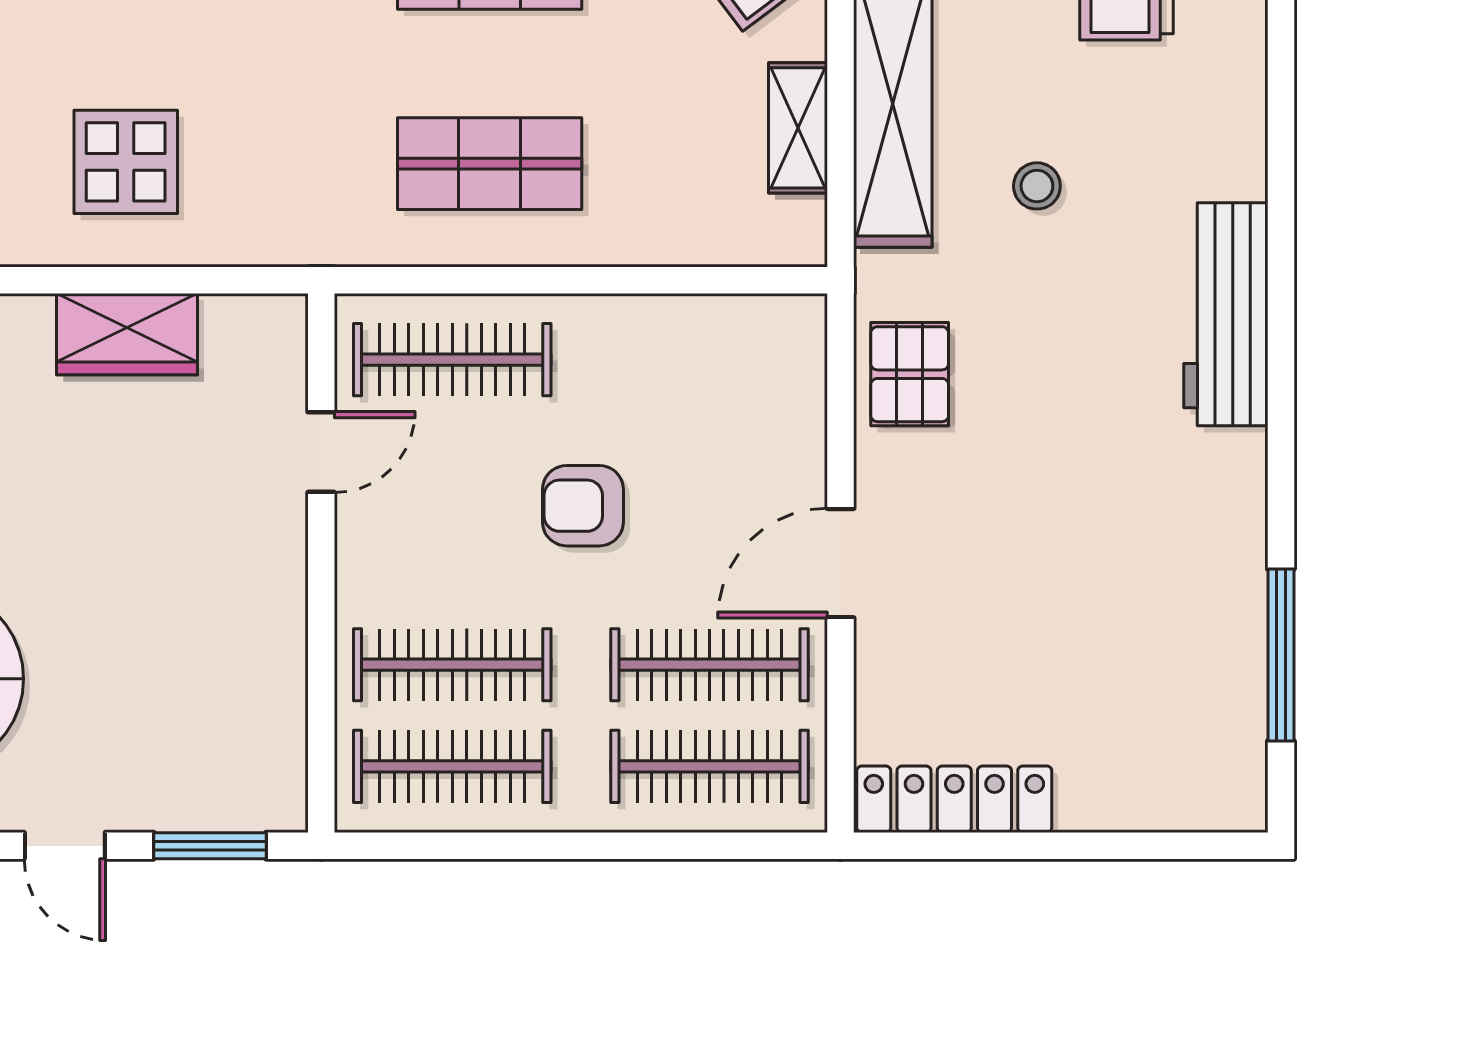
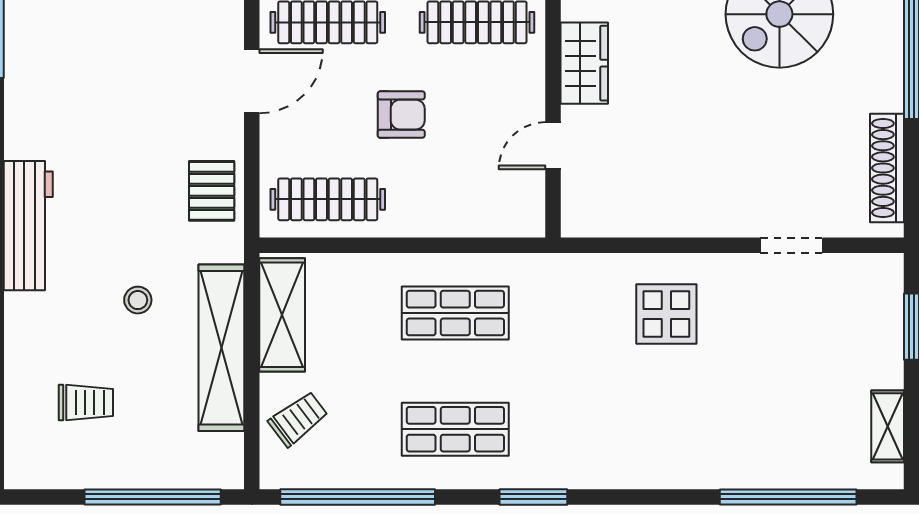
shelving: (798, 128) -> (282, 315), width x1.50, depth x1.33
wardrobe: (127, 334) -> (584, 63), moved, turned 90
clothes rail: (452, 360) -> (328, 199), moved

